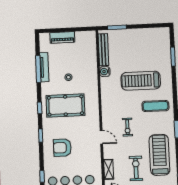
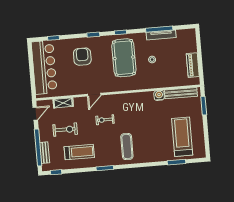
piano: (62, 37) -> (193, 65), moved
treadmill: (141, 81) -> (182, 137), moved
treadmill: (159, 155) -> (79, 152), width x0.73, depth x0.73

